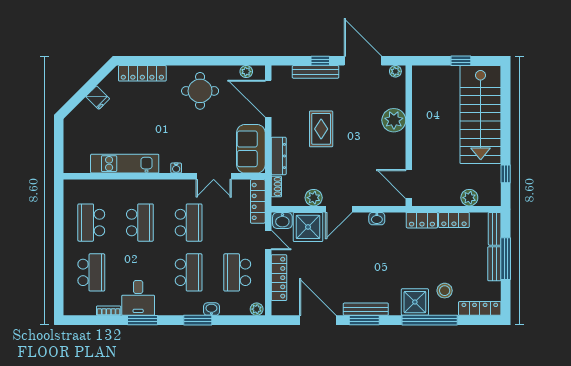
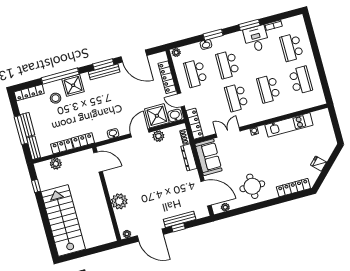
window: (461, 61) -> (86, 253), removed
rug: (321, 129) -> (166, 183), removed
school desk: (237, 272) -> (195, 73), turned 180

